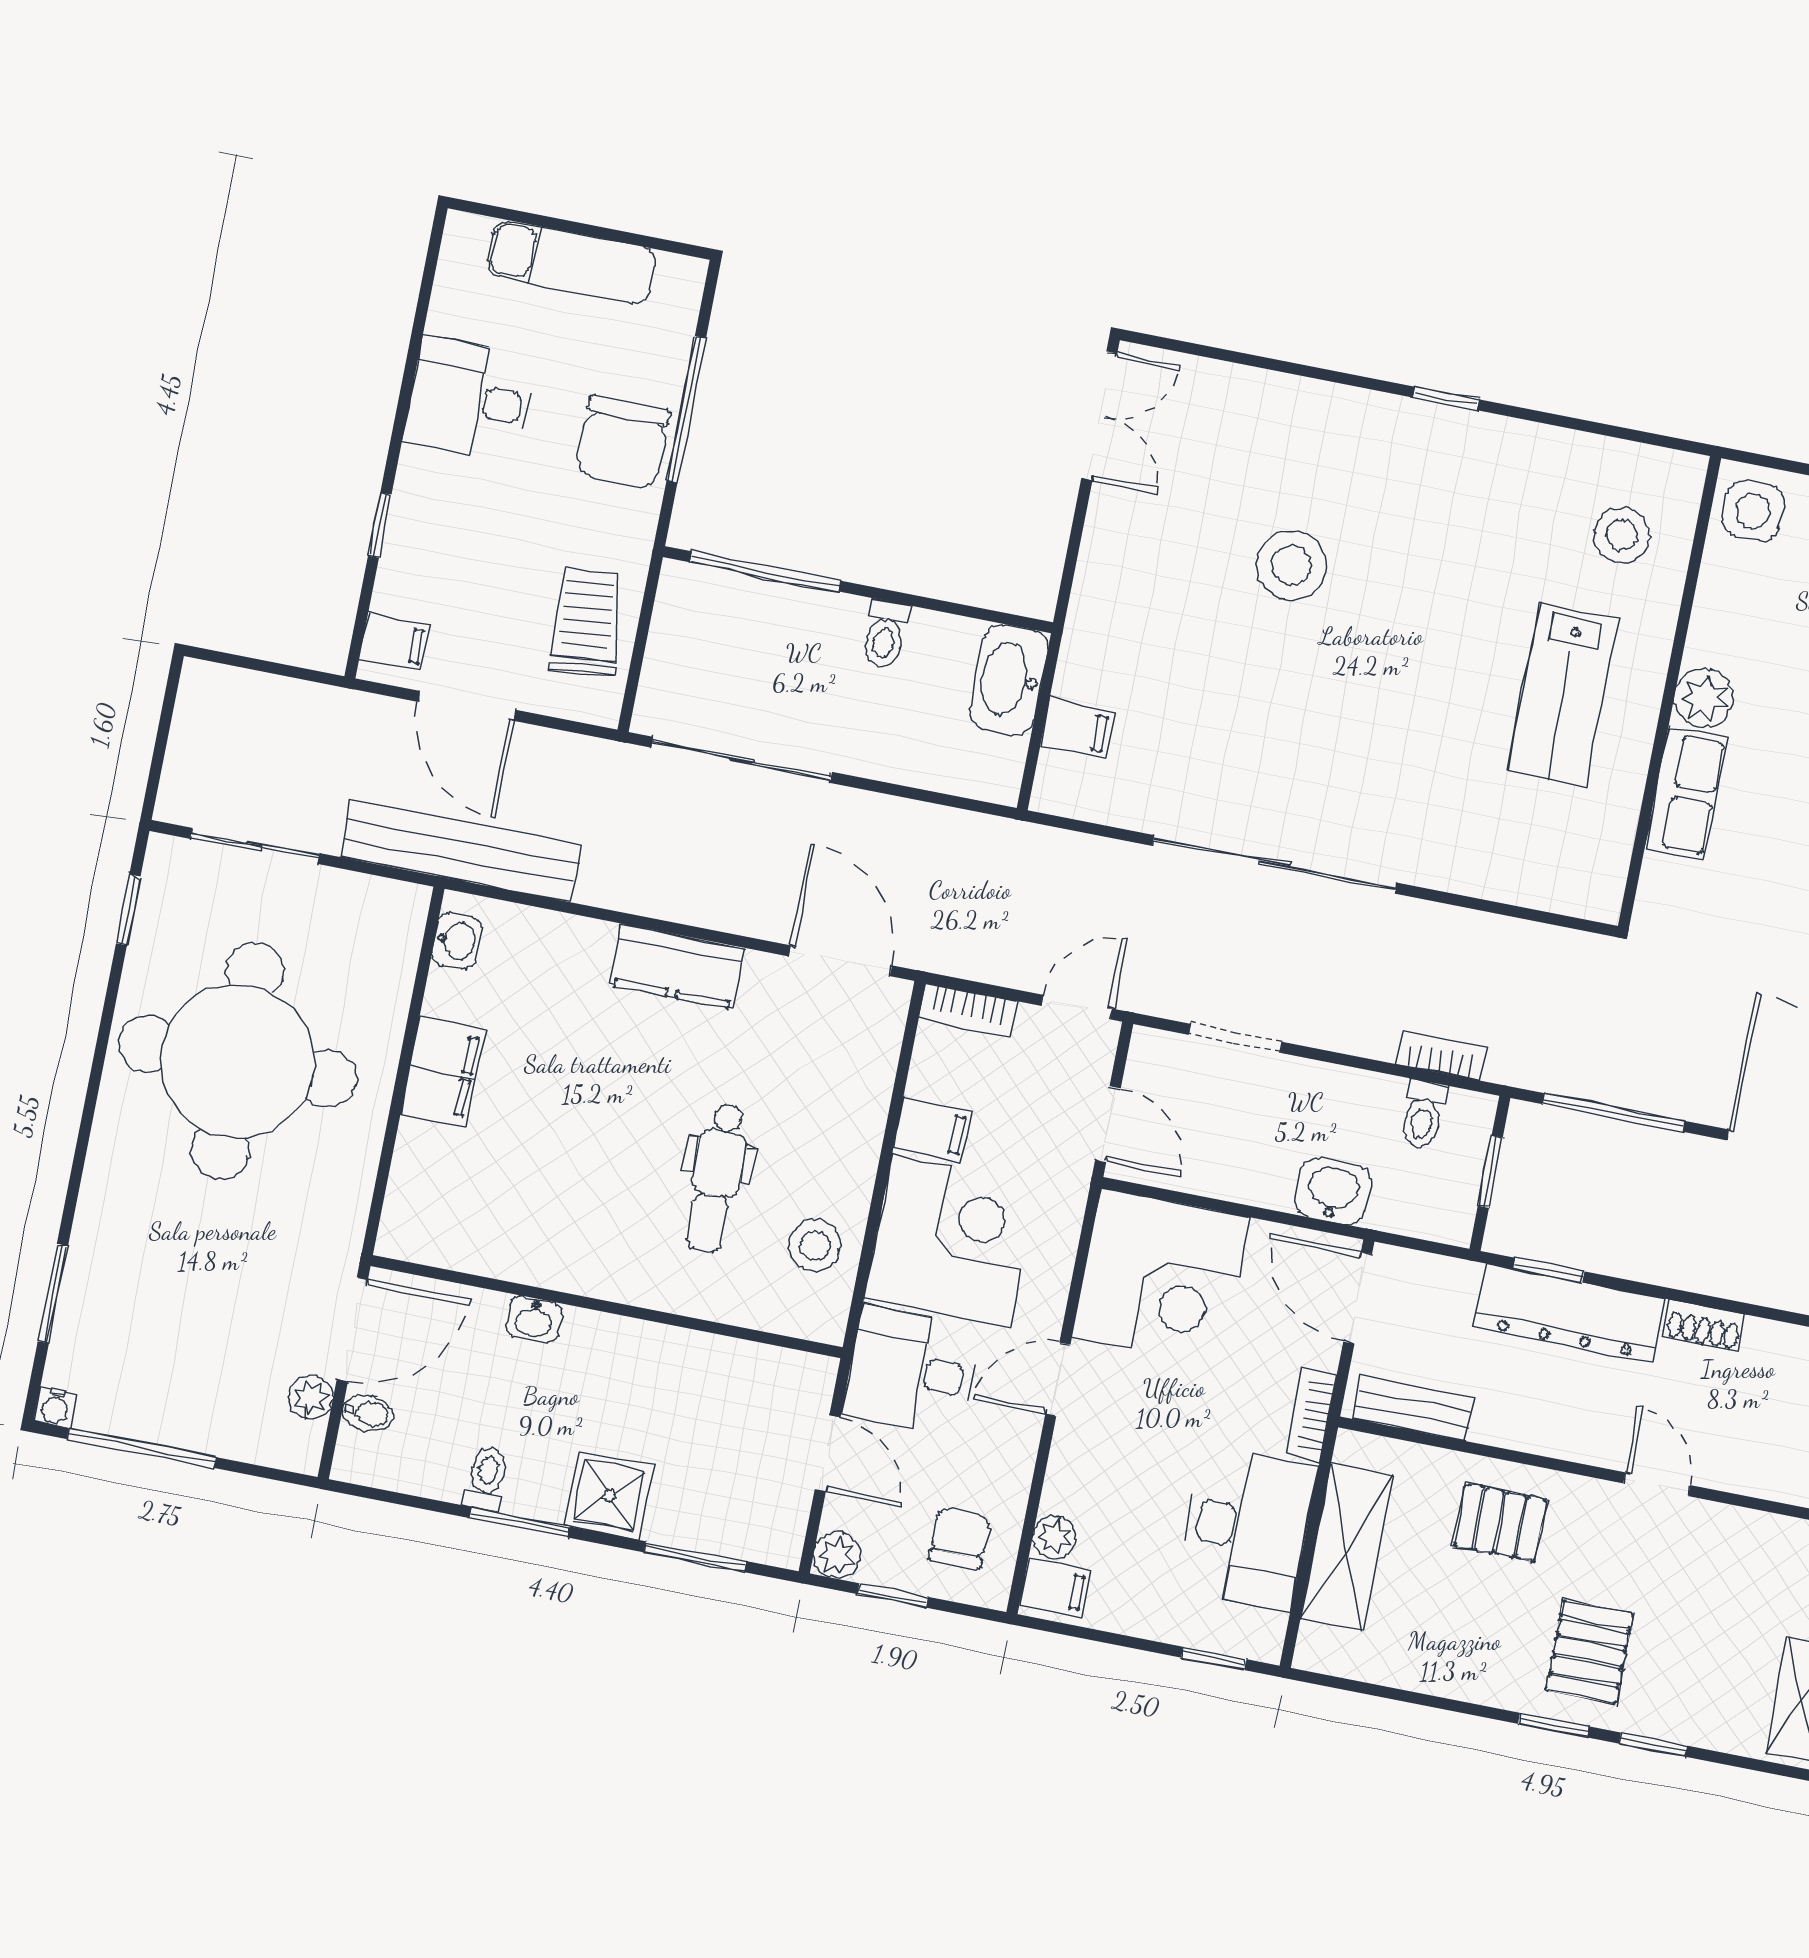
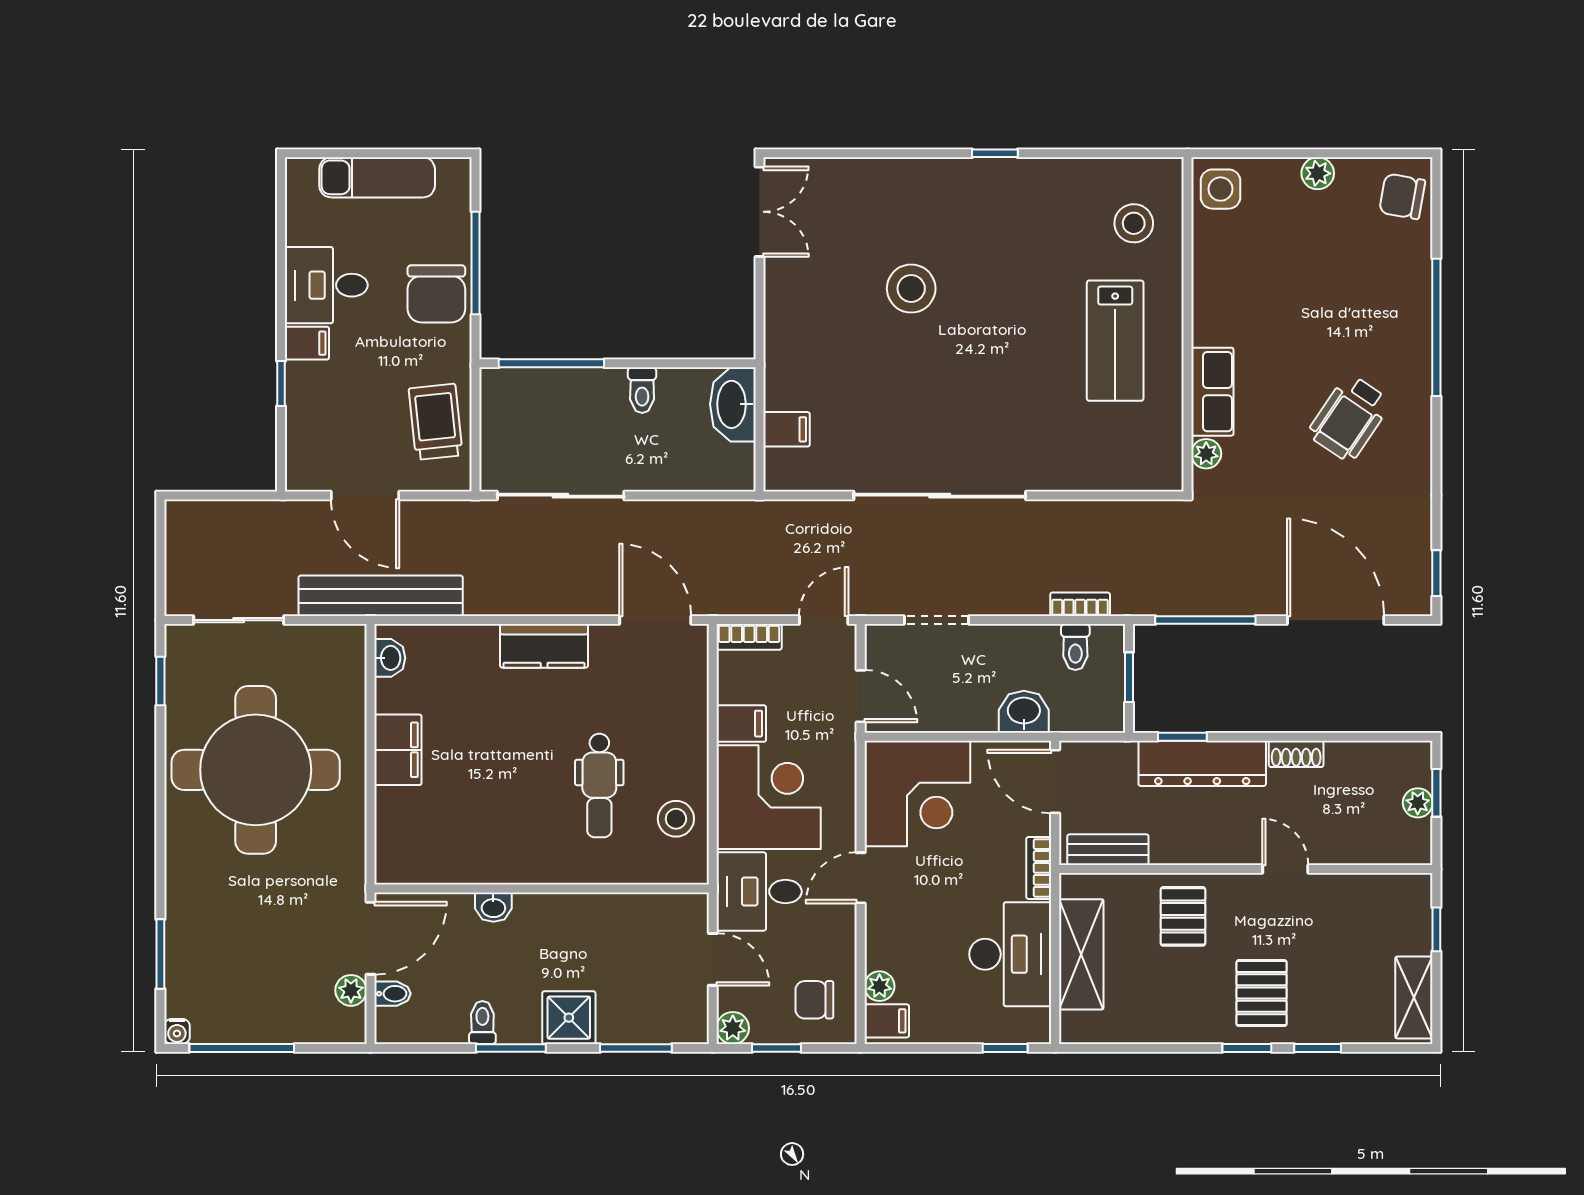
filing cabinet: (395, 642) -> (307, 343), moved
plant: (1704, 698) -> (1206, 454), moved, width x0.73, depth x0.73
pallet: (1500, 1523) -> (1183, 916), turned 90
chair: (959, 1538) -> (814, 1000), turned -90

